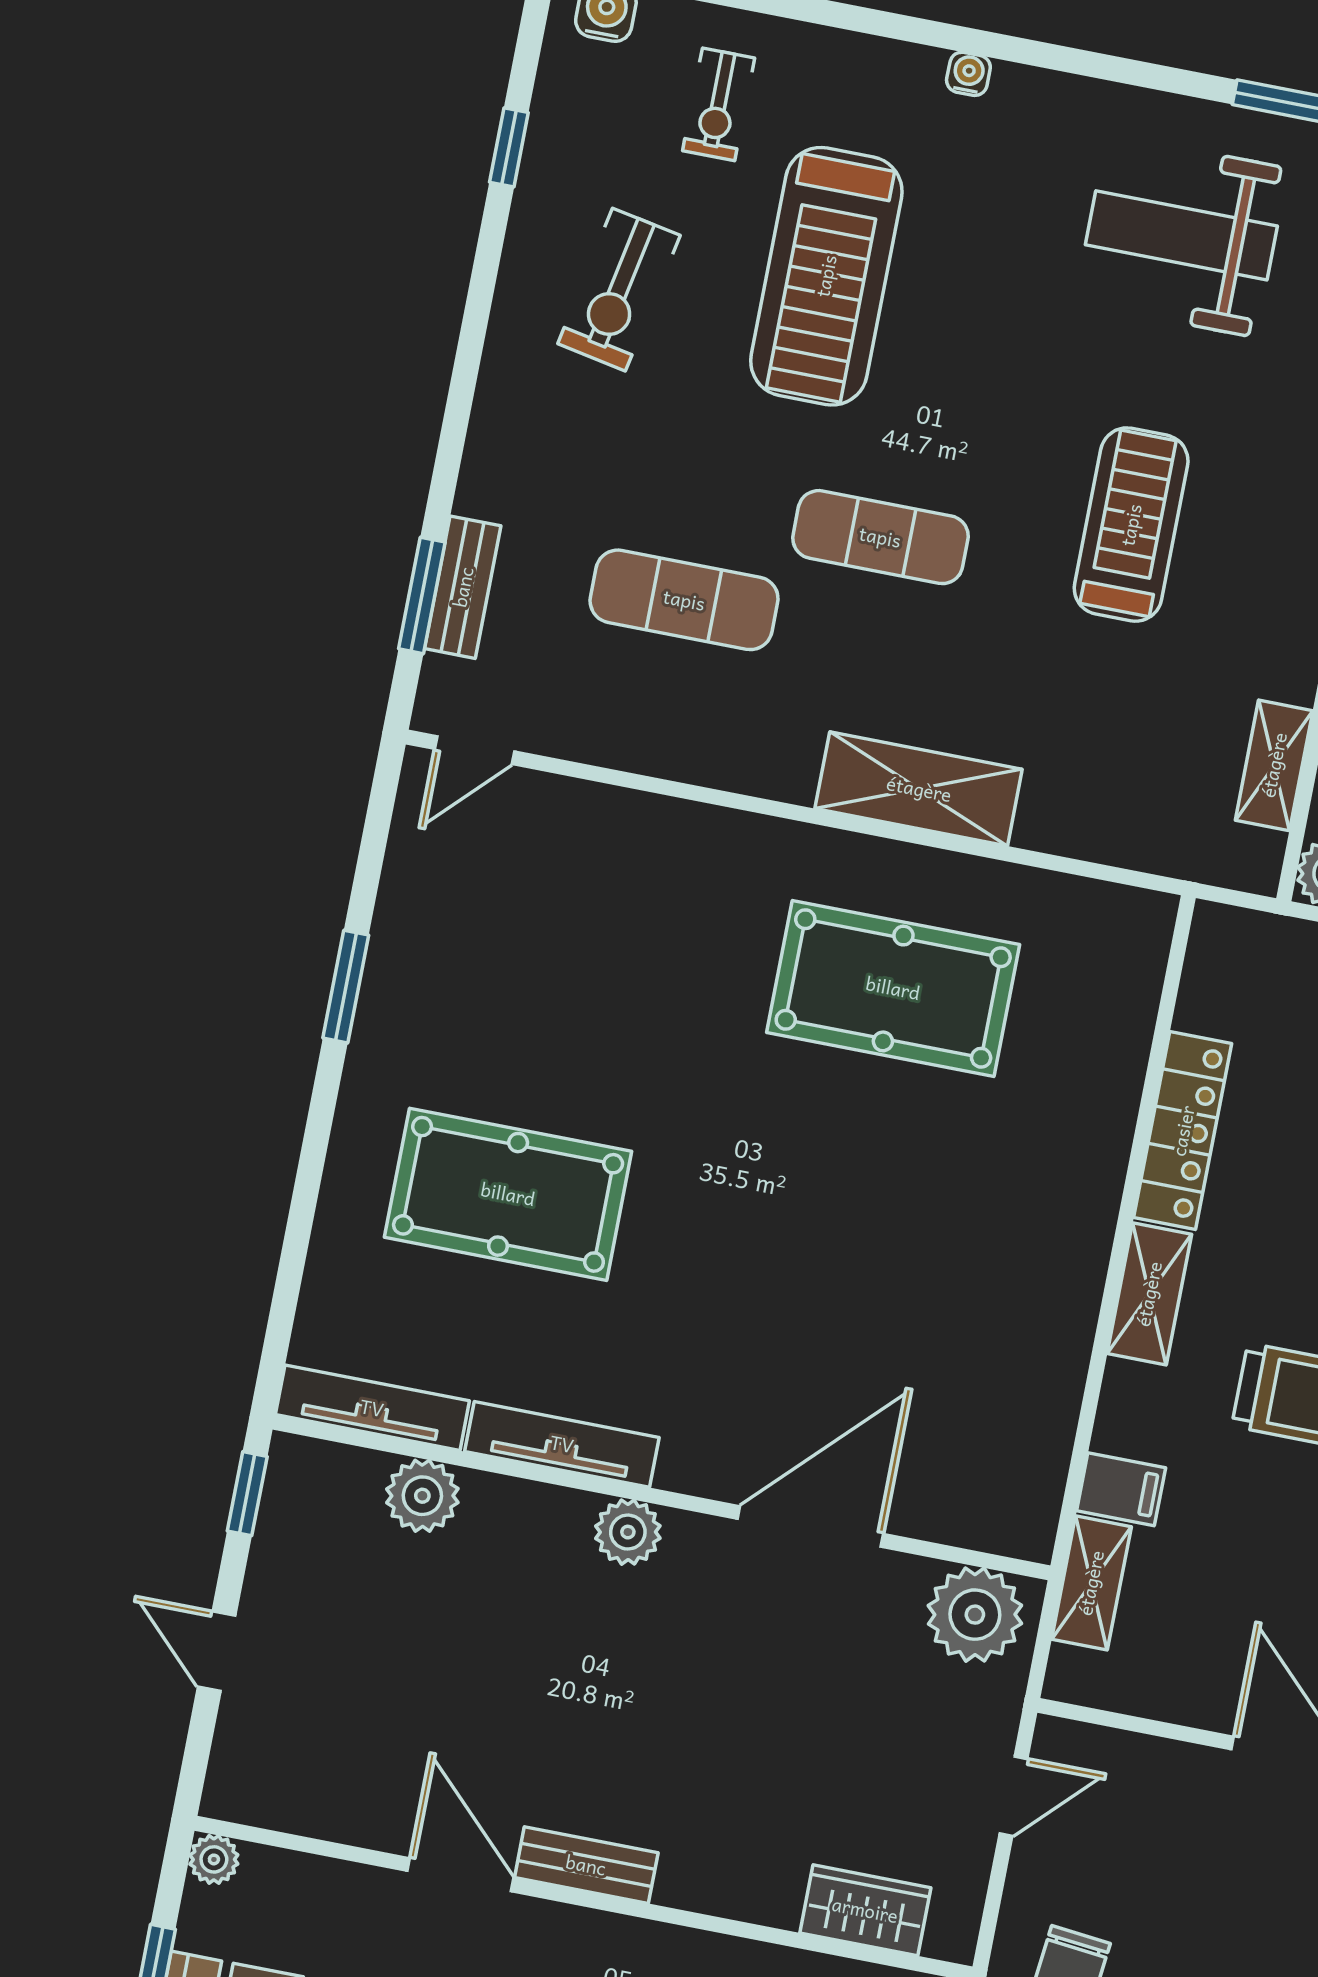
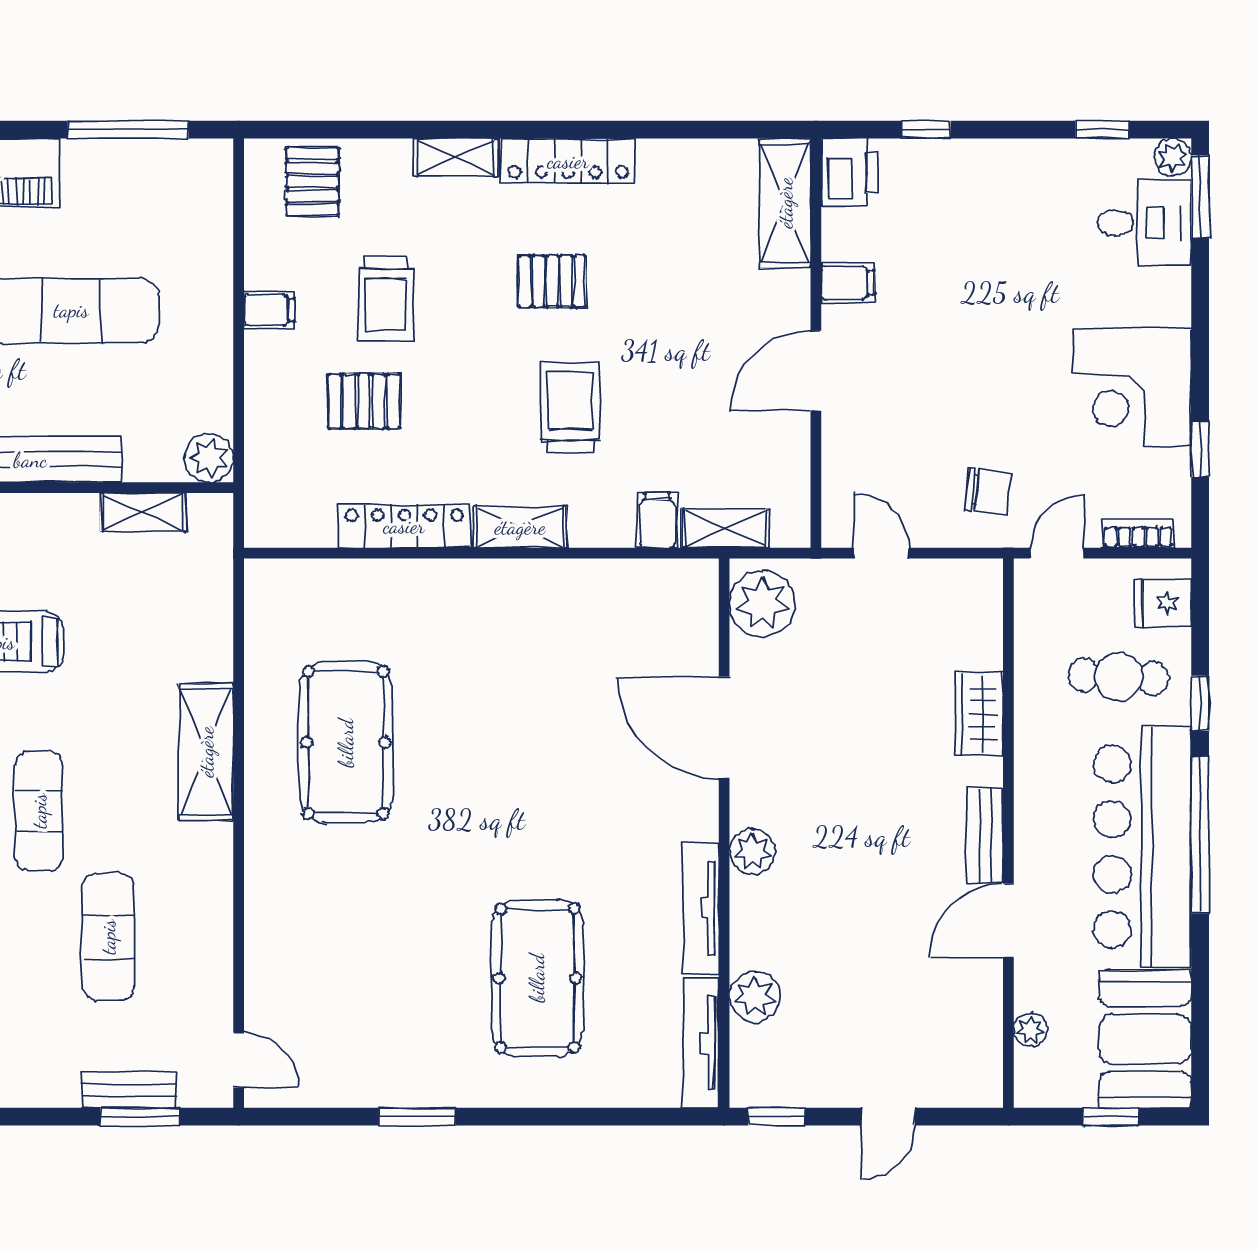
plant: (214, 1859) -> (1031, 1030), moved
wardrobe: (865, 1910) -> (979, 714), moved

